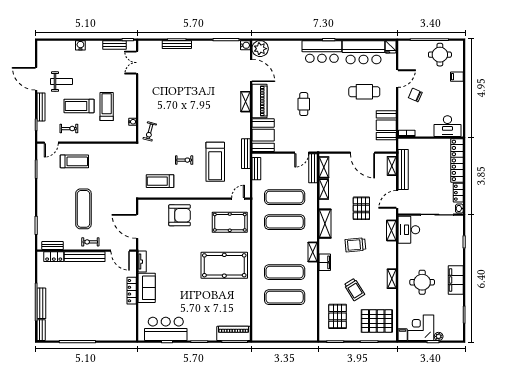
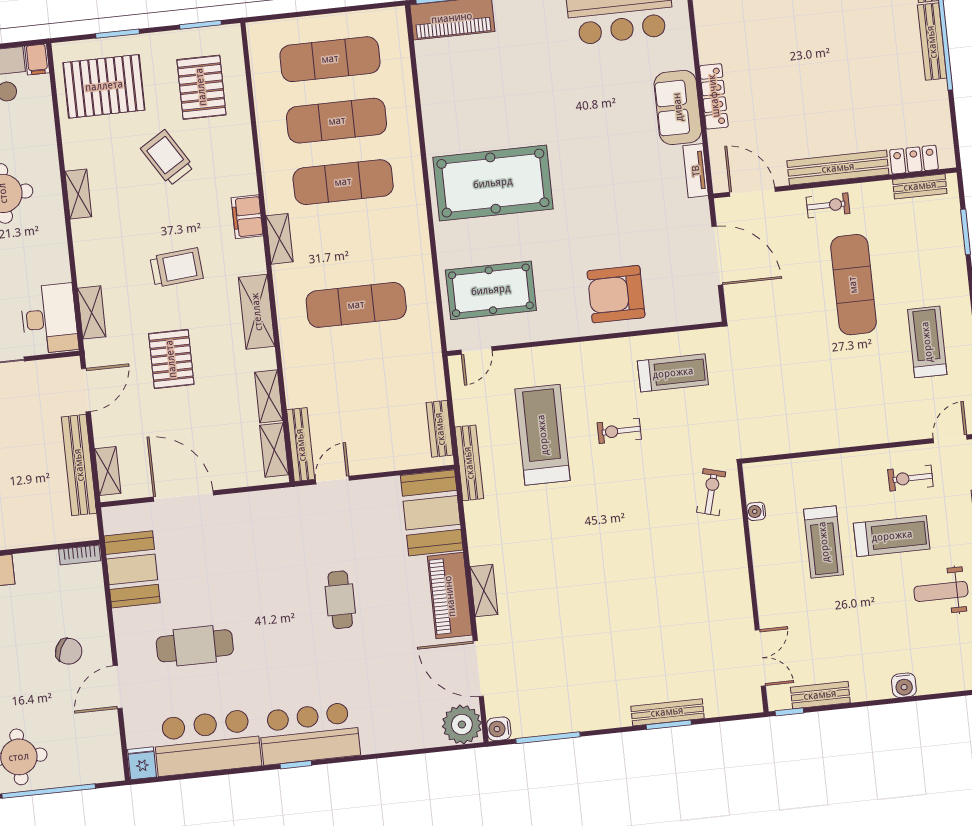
treadmill: (74, 161) -> (927, 342), moved, turned 90
exercise mat: (285, 197) -> (330, 59), moved

